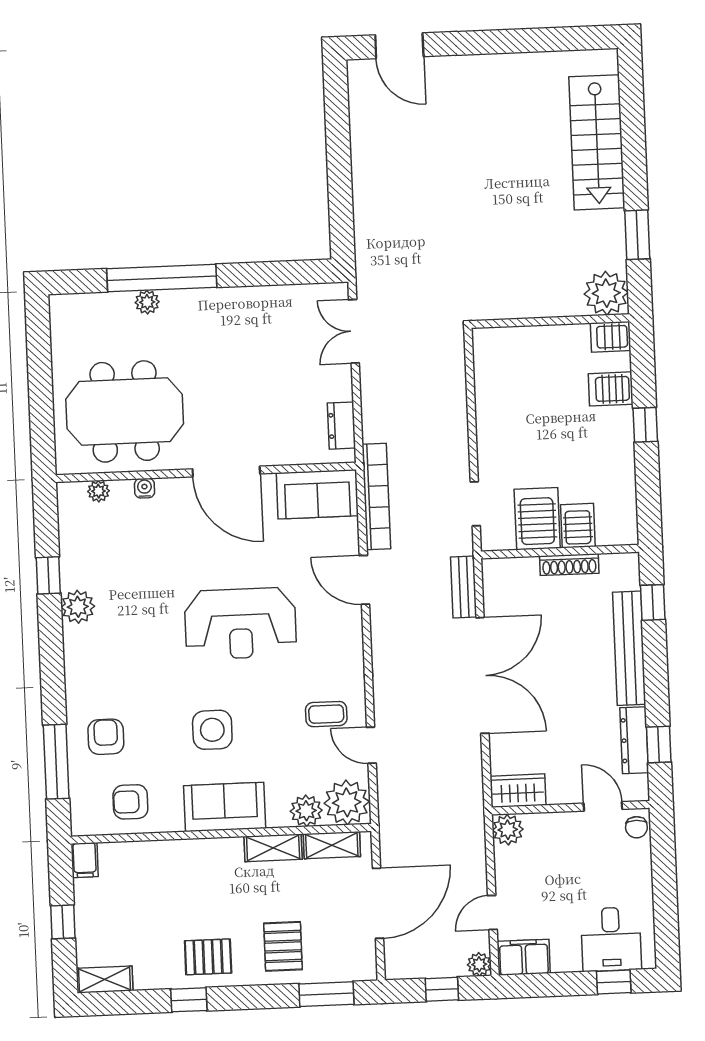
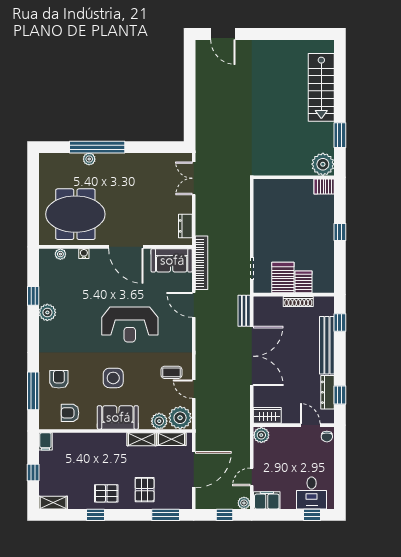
server rack: (611, 389) -> (323, 213), removed

